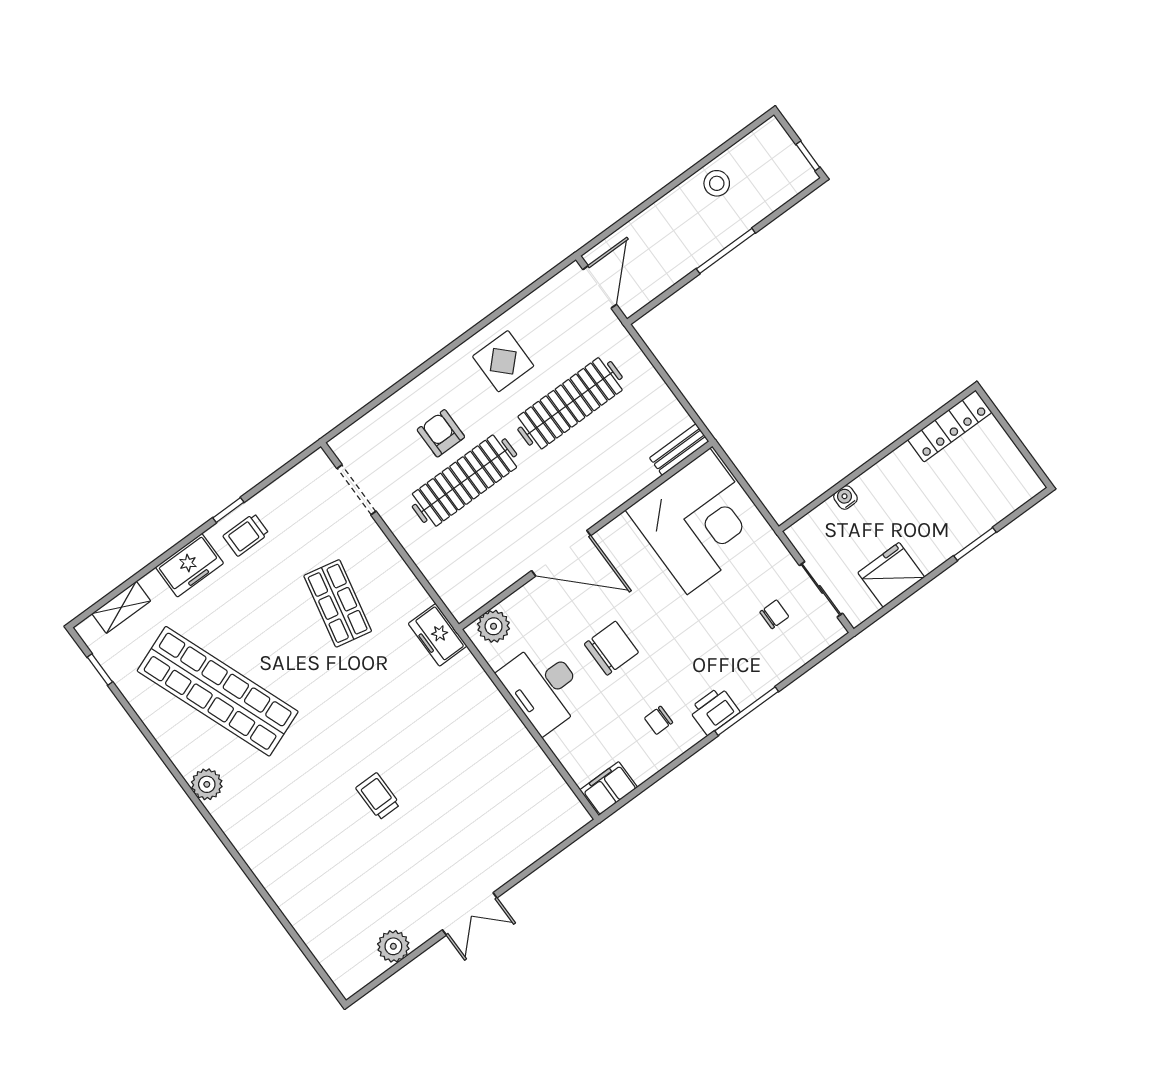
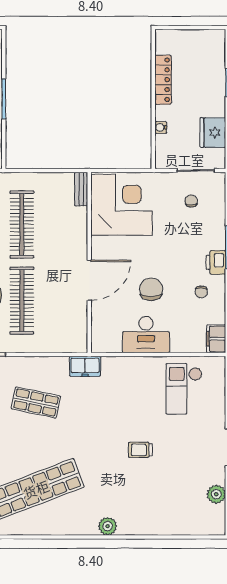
locker: (950, 426) -> (163, 80), moved
plant: (494, 626) -> (100, 337), removed
plant: (207, 784) -> (108, 526), moved
checkout: (507, 795) -> (184, 389), added

